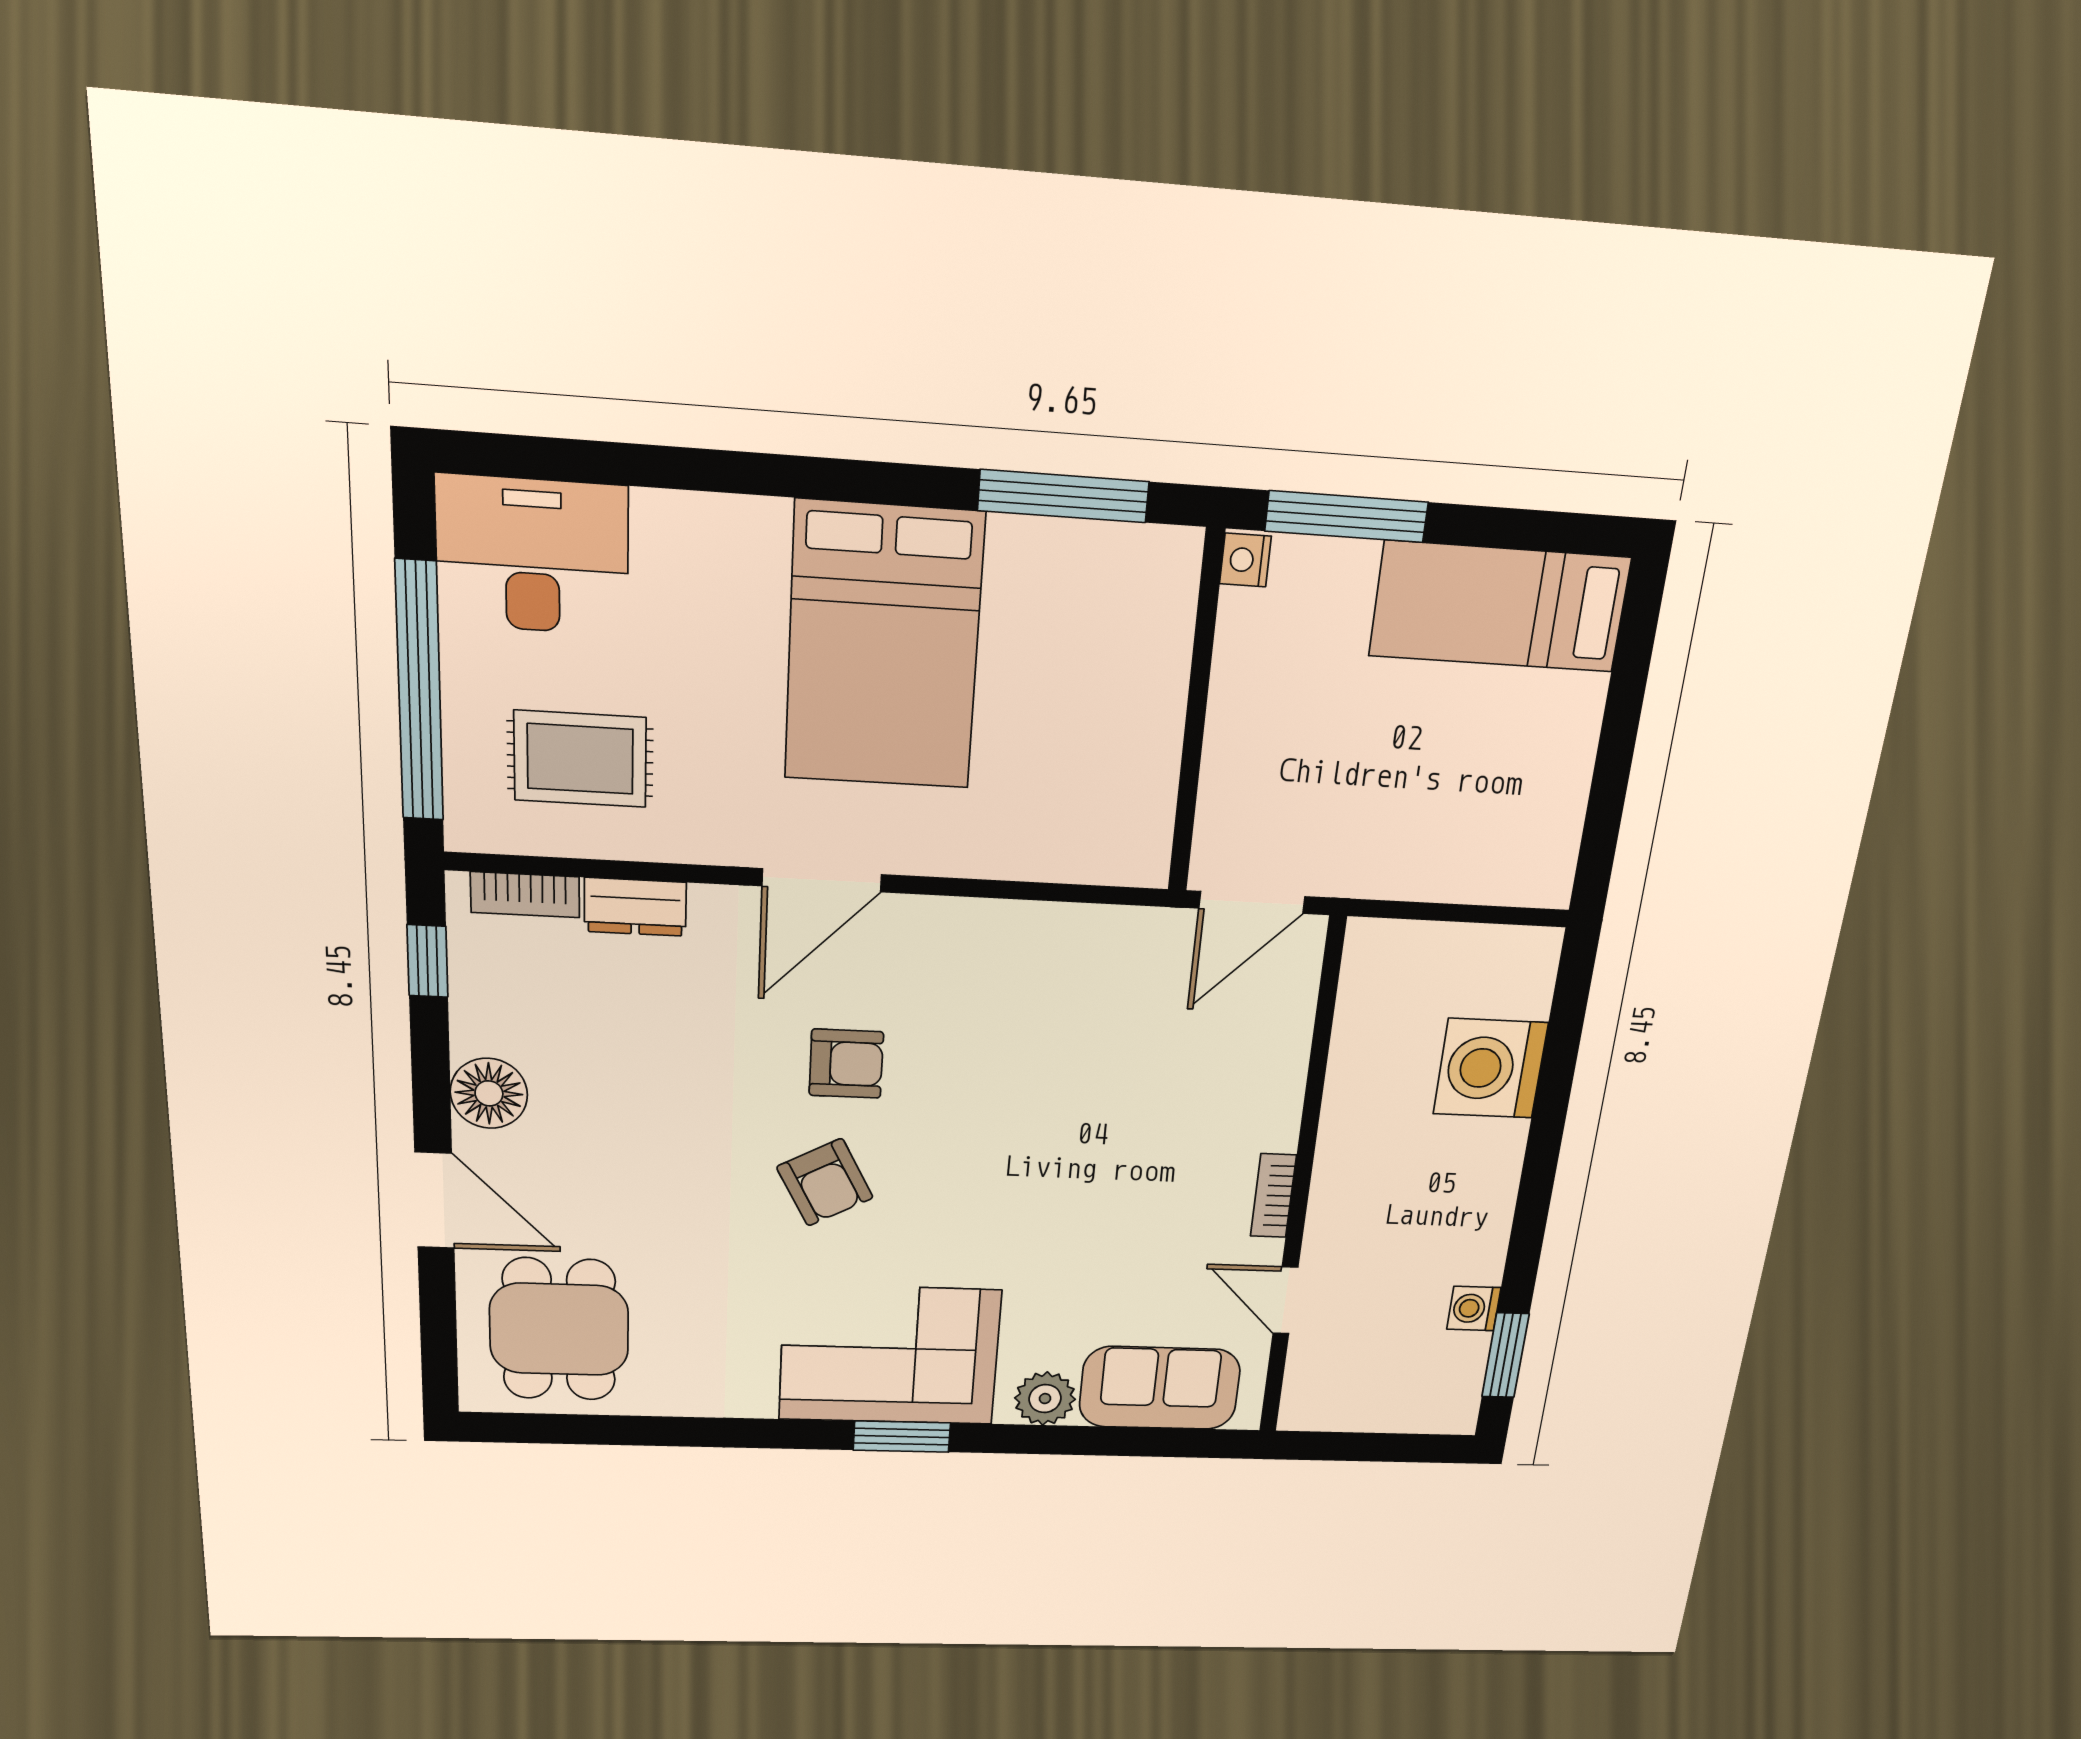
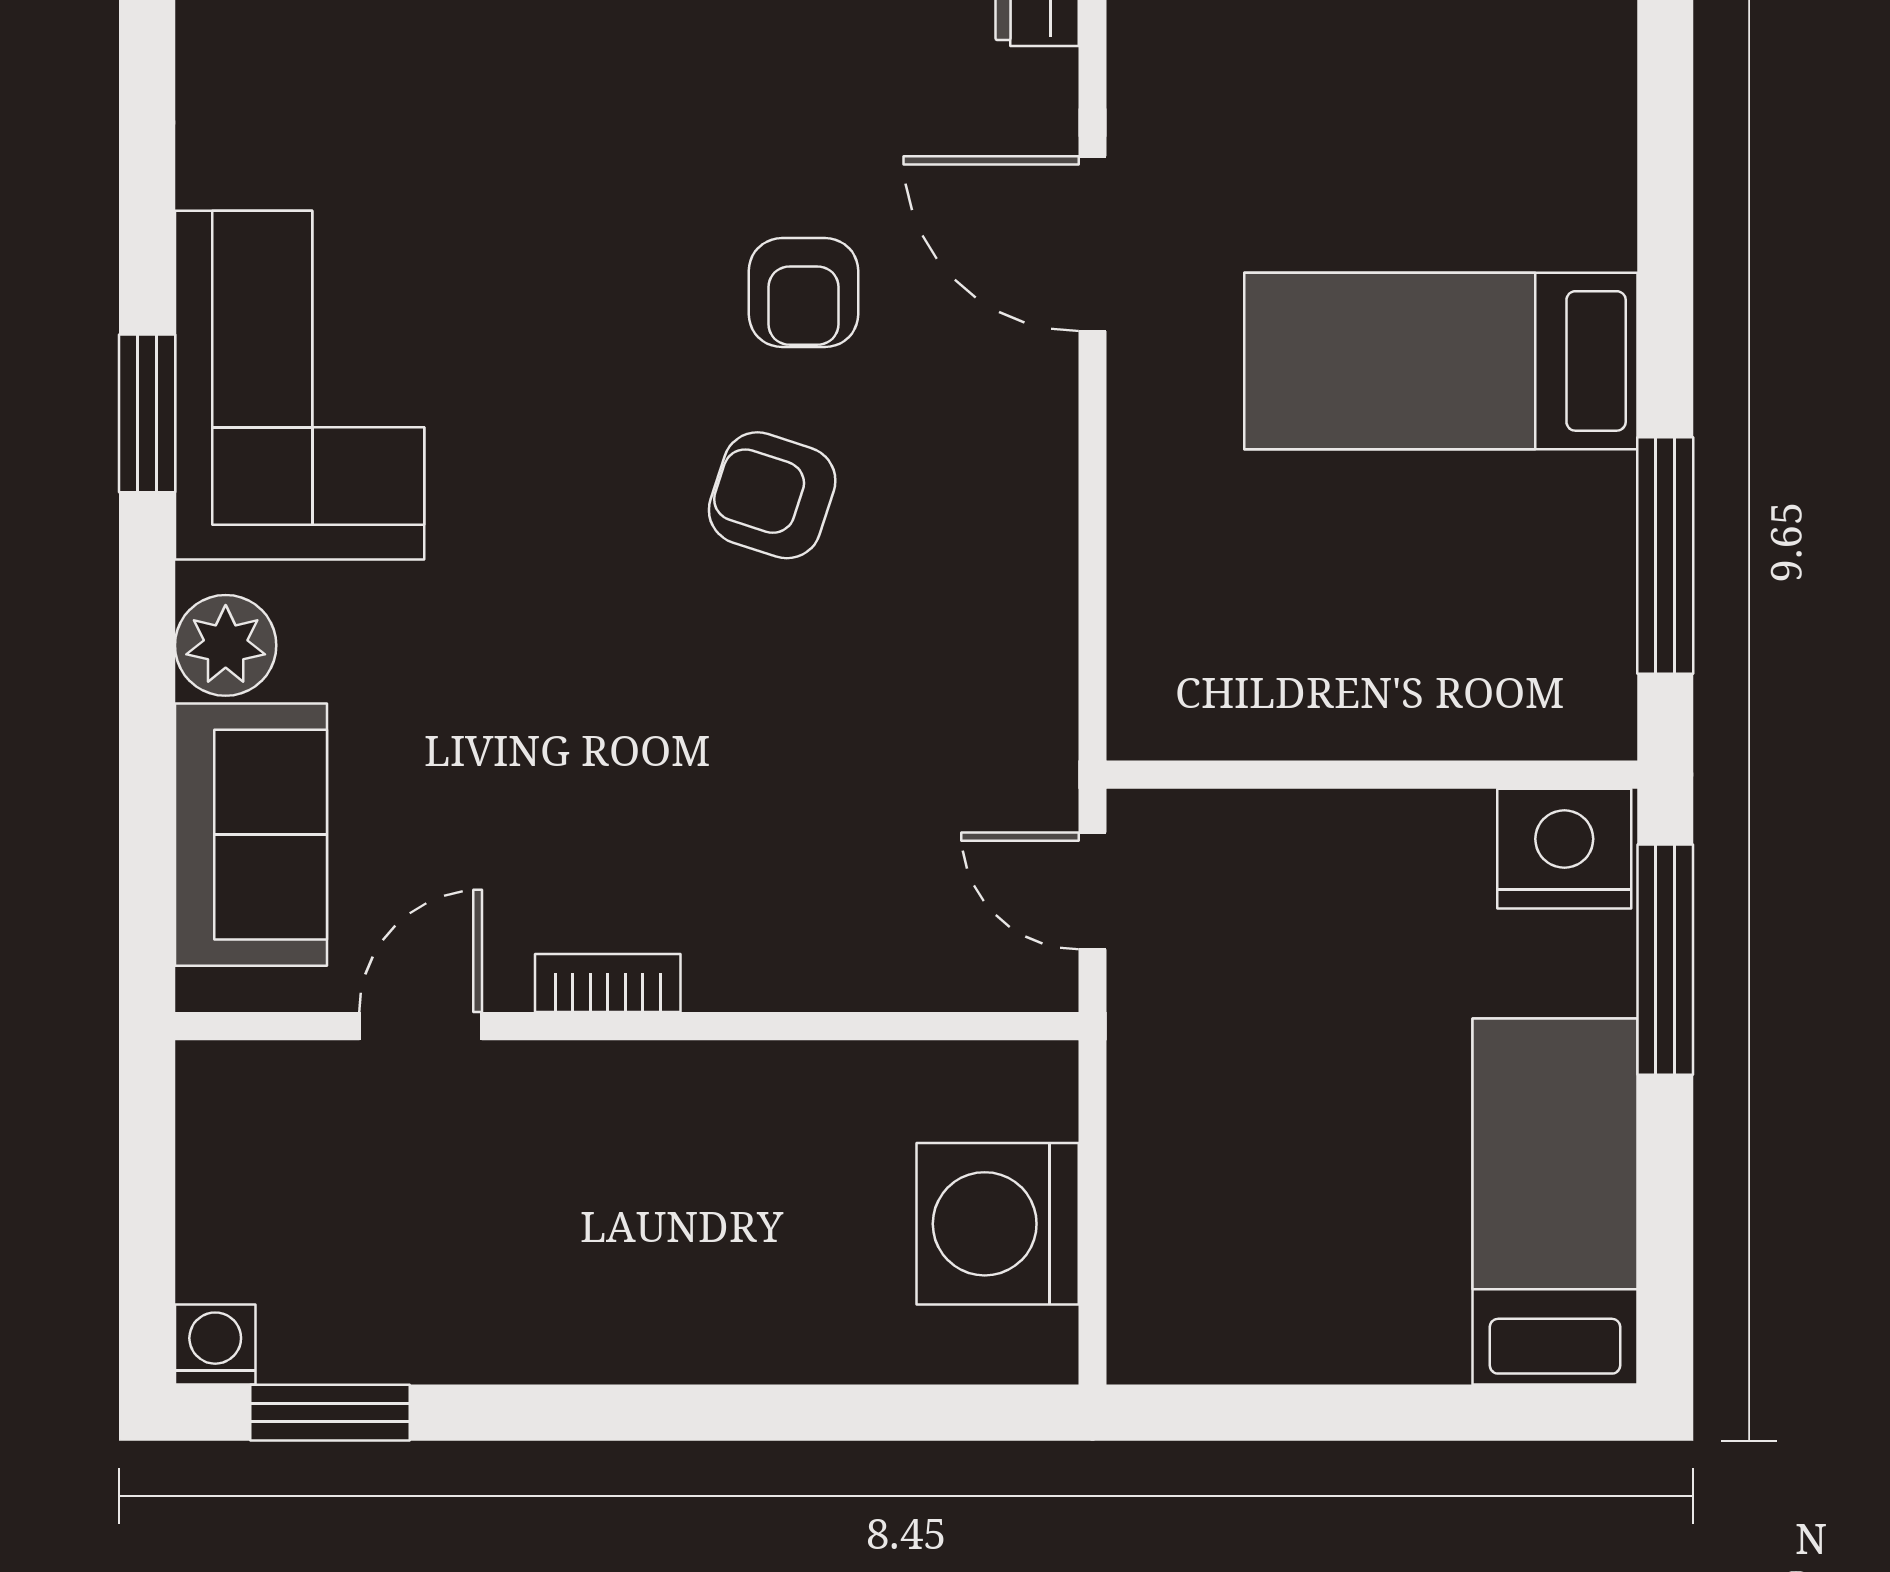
nightstand: (1245, 560) -> (1564, 849), width x1.89, depth x1.79
bed: (884, 647) -> (1441, 361), width x0.67
door: (1252, 902) -> (1092, 891), width x0.73
washing machine: (1490, 1068) -> (998, 1224), moved, turned -90
armchair: (825, 1182) -> (772, 495), moved, turned 46
washing machine: (1474, 1308) -> (215, 1344), moved

